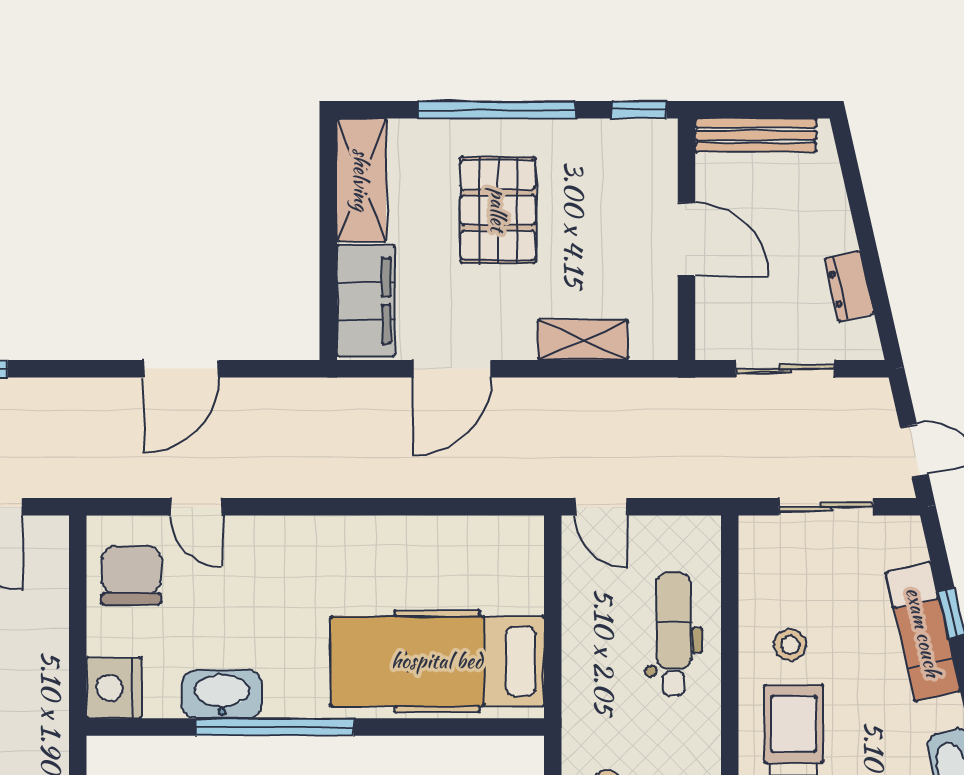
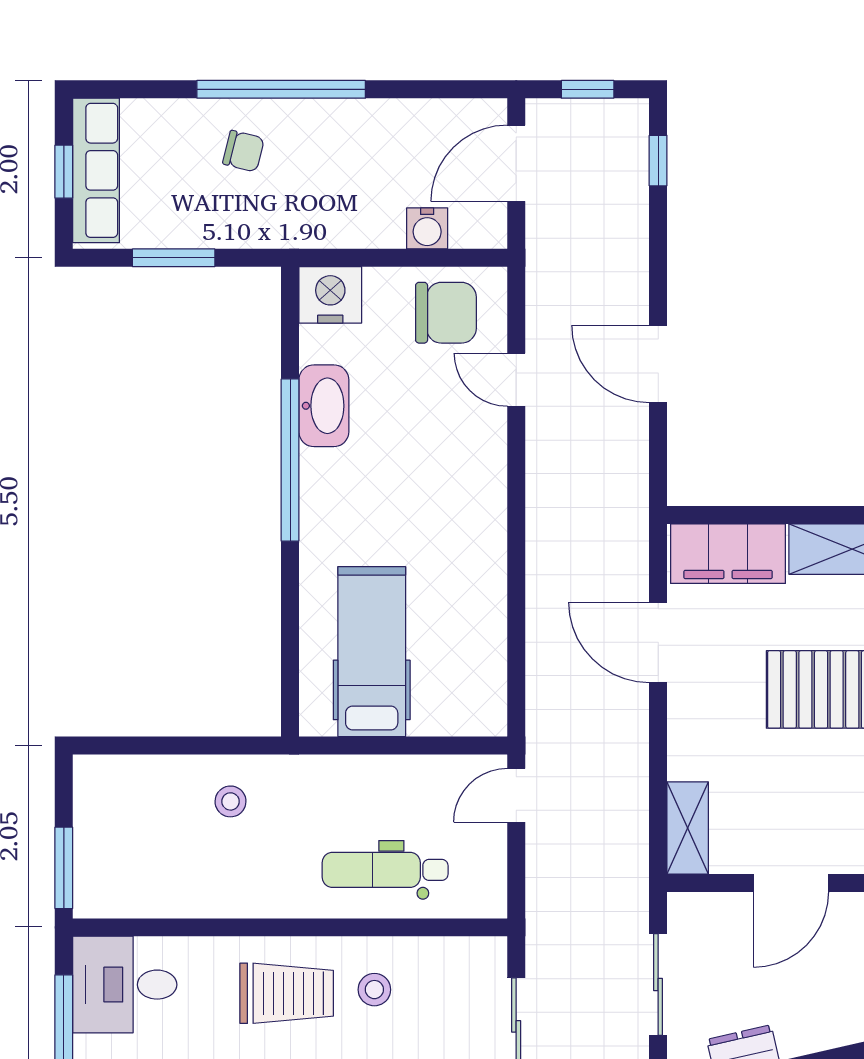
shelving: (583, 340) -> (688, 828), moved
door: (196, 507) -> (516, 380), hinge flipped
water cooler: (49, 594) -> (427, 228), added
dental chair: (674, 634) -> (385, 870), turned 180
hospital bed: (437, 661) -> (372, 652), width x0.73, depth x0.78

